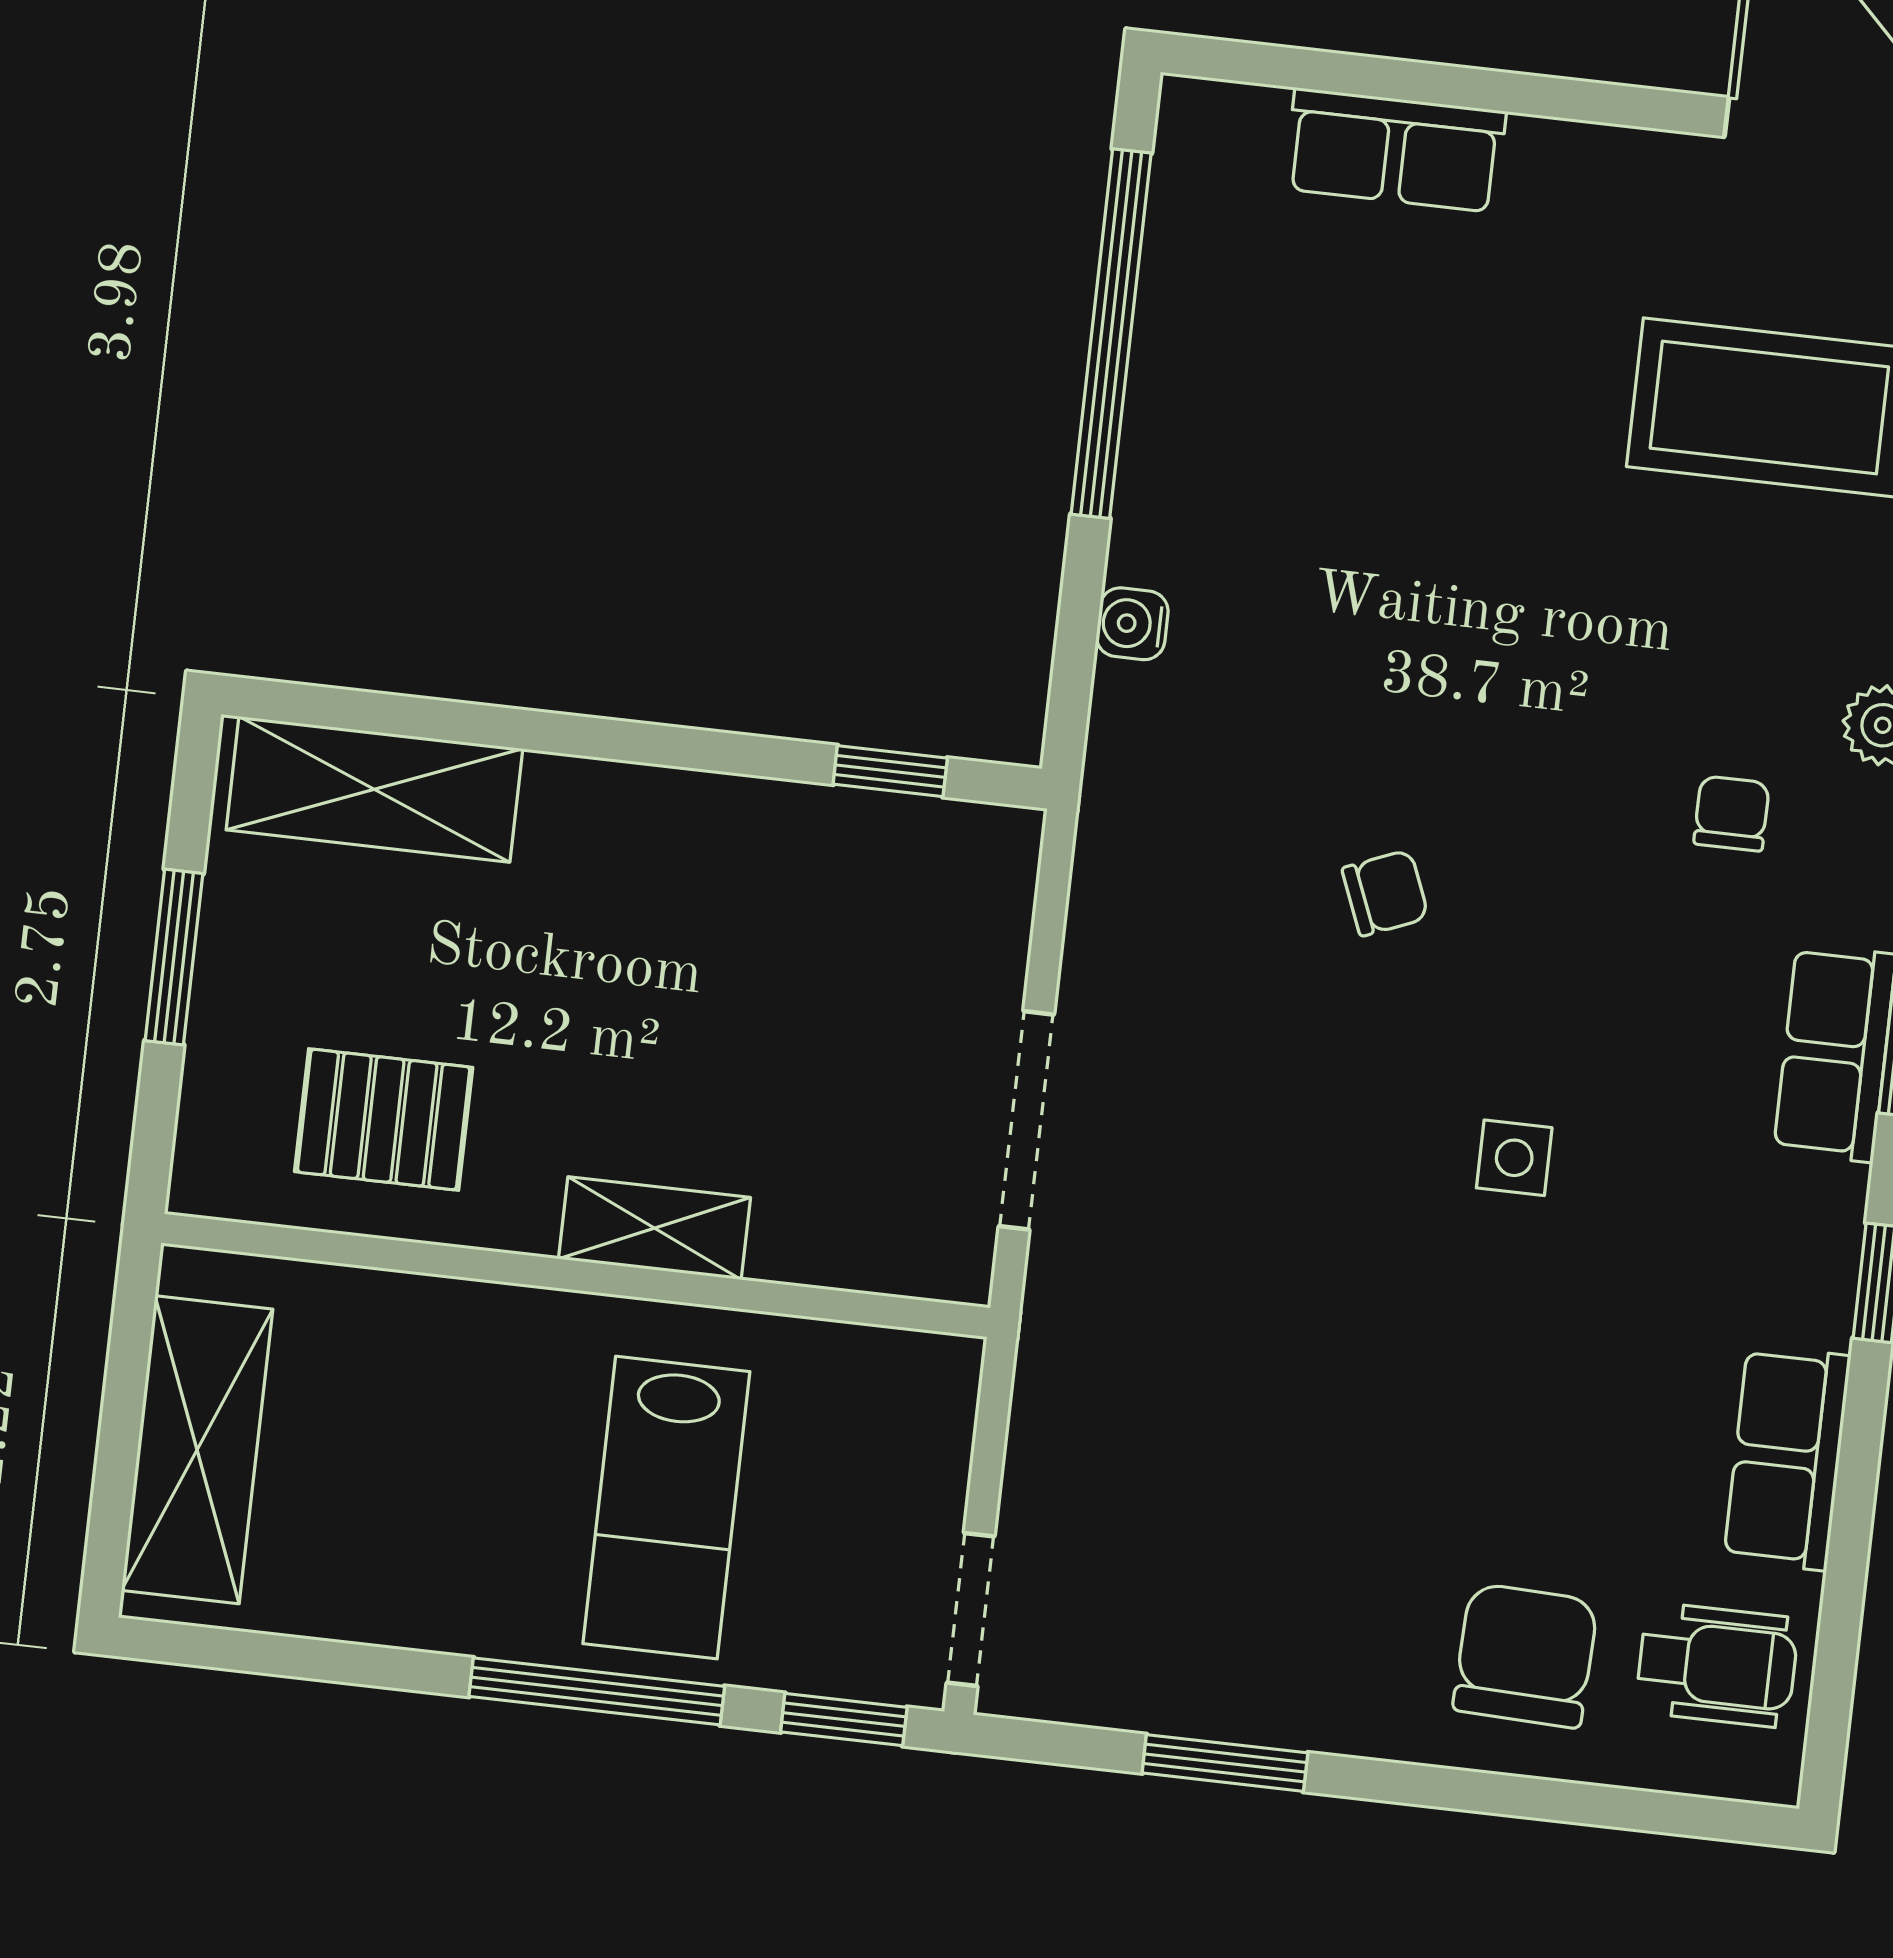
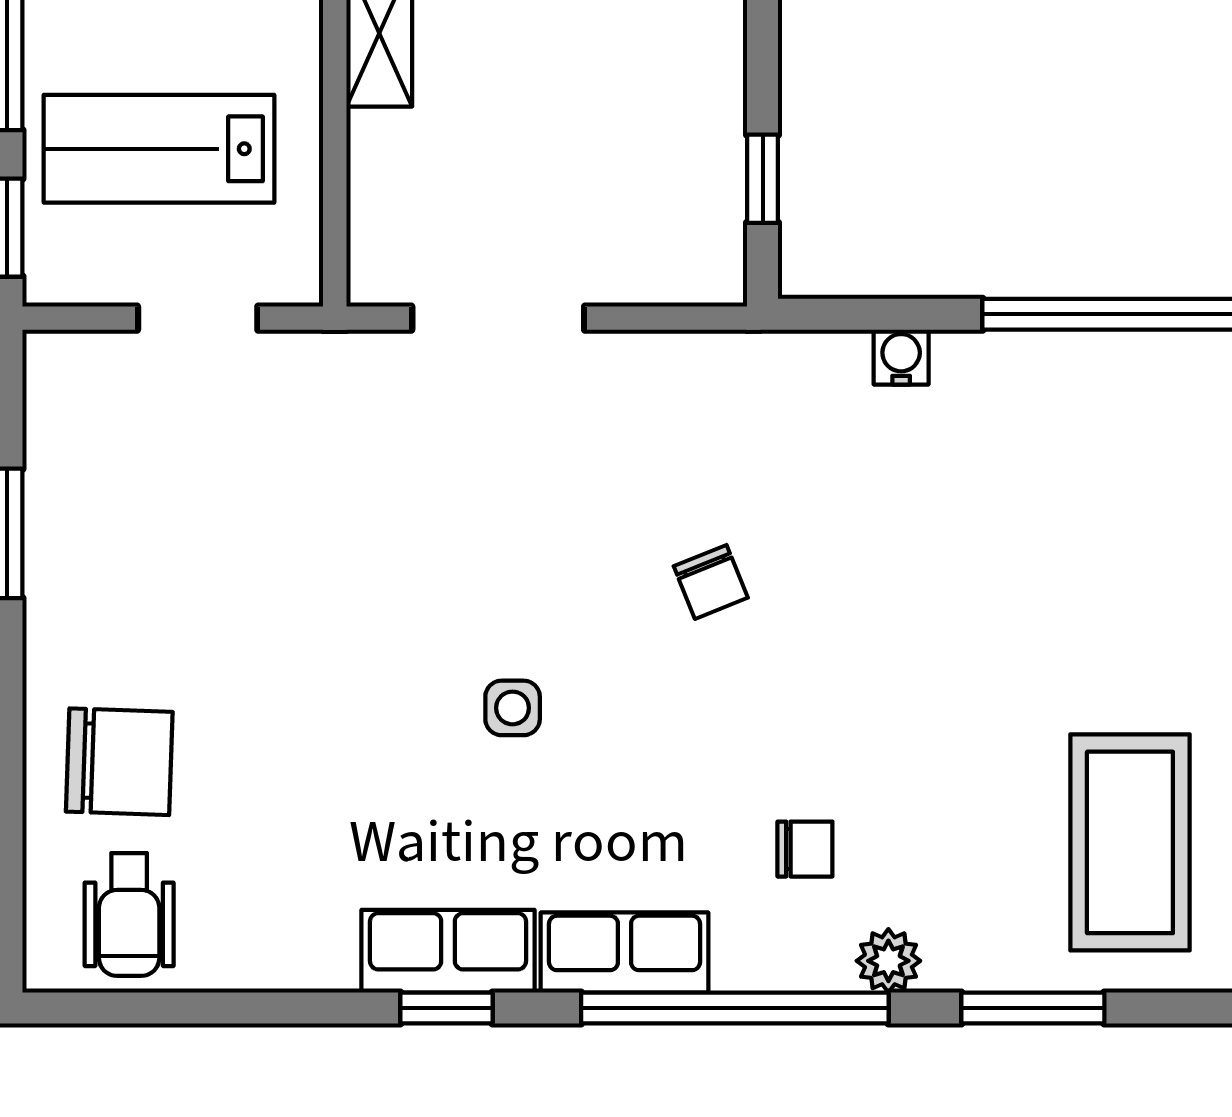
row of seats: (1787, 1458) -> (448, 951), moved
lab bench: (666, 1508) -> (159, 149), moved
doorway: (971, 1609) -> (198, 318), moved

